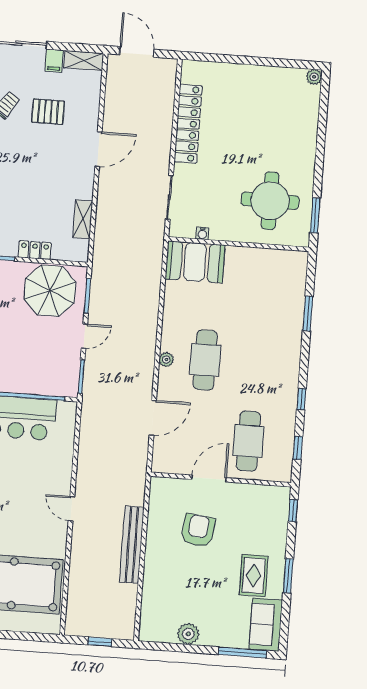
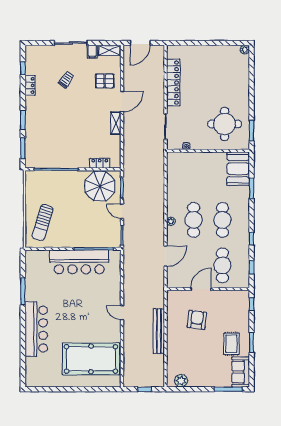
door: (137, 52) -> (140, 43), swing flipped
pallet: (48, 112) -> (105, 81), moved
shelving: (83, 219) -> (116, 123), moved
locker: (35, 250) -> (100, 163), moved
booth: (195, 262) -> (238, 169), moved, turned 90
door: (84, 336) -> (122, 211), swing flipped
cafe table: (254, 364) -> (222, 220), added
plant: (188, 634) -> (181, 381), moved

